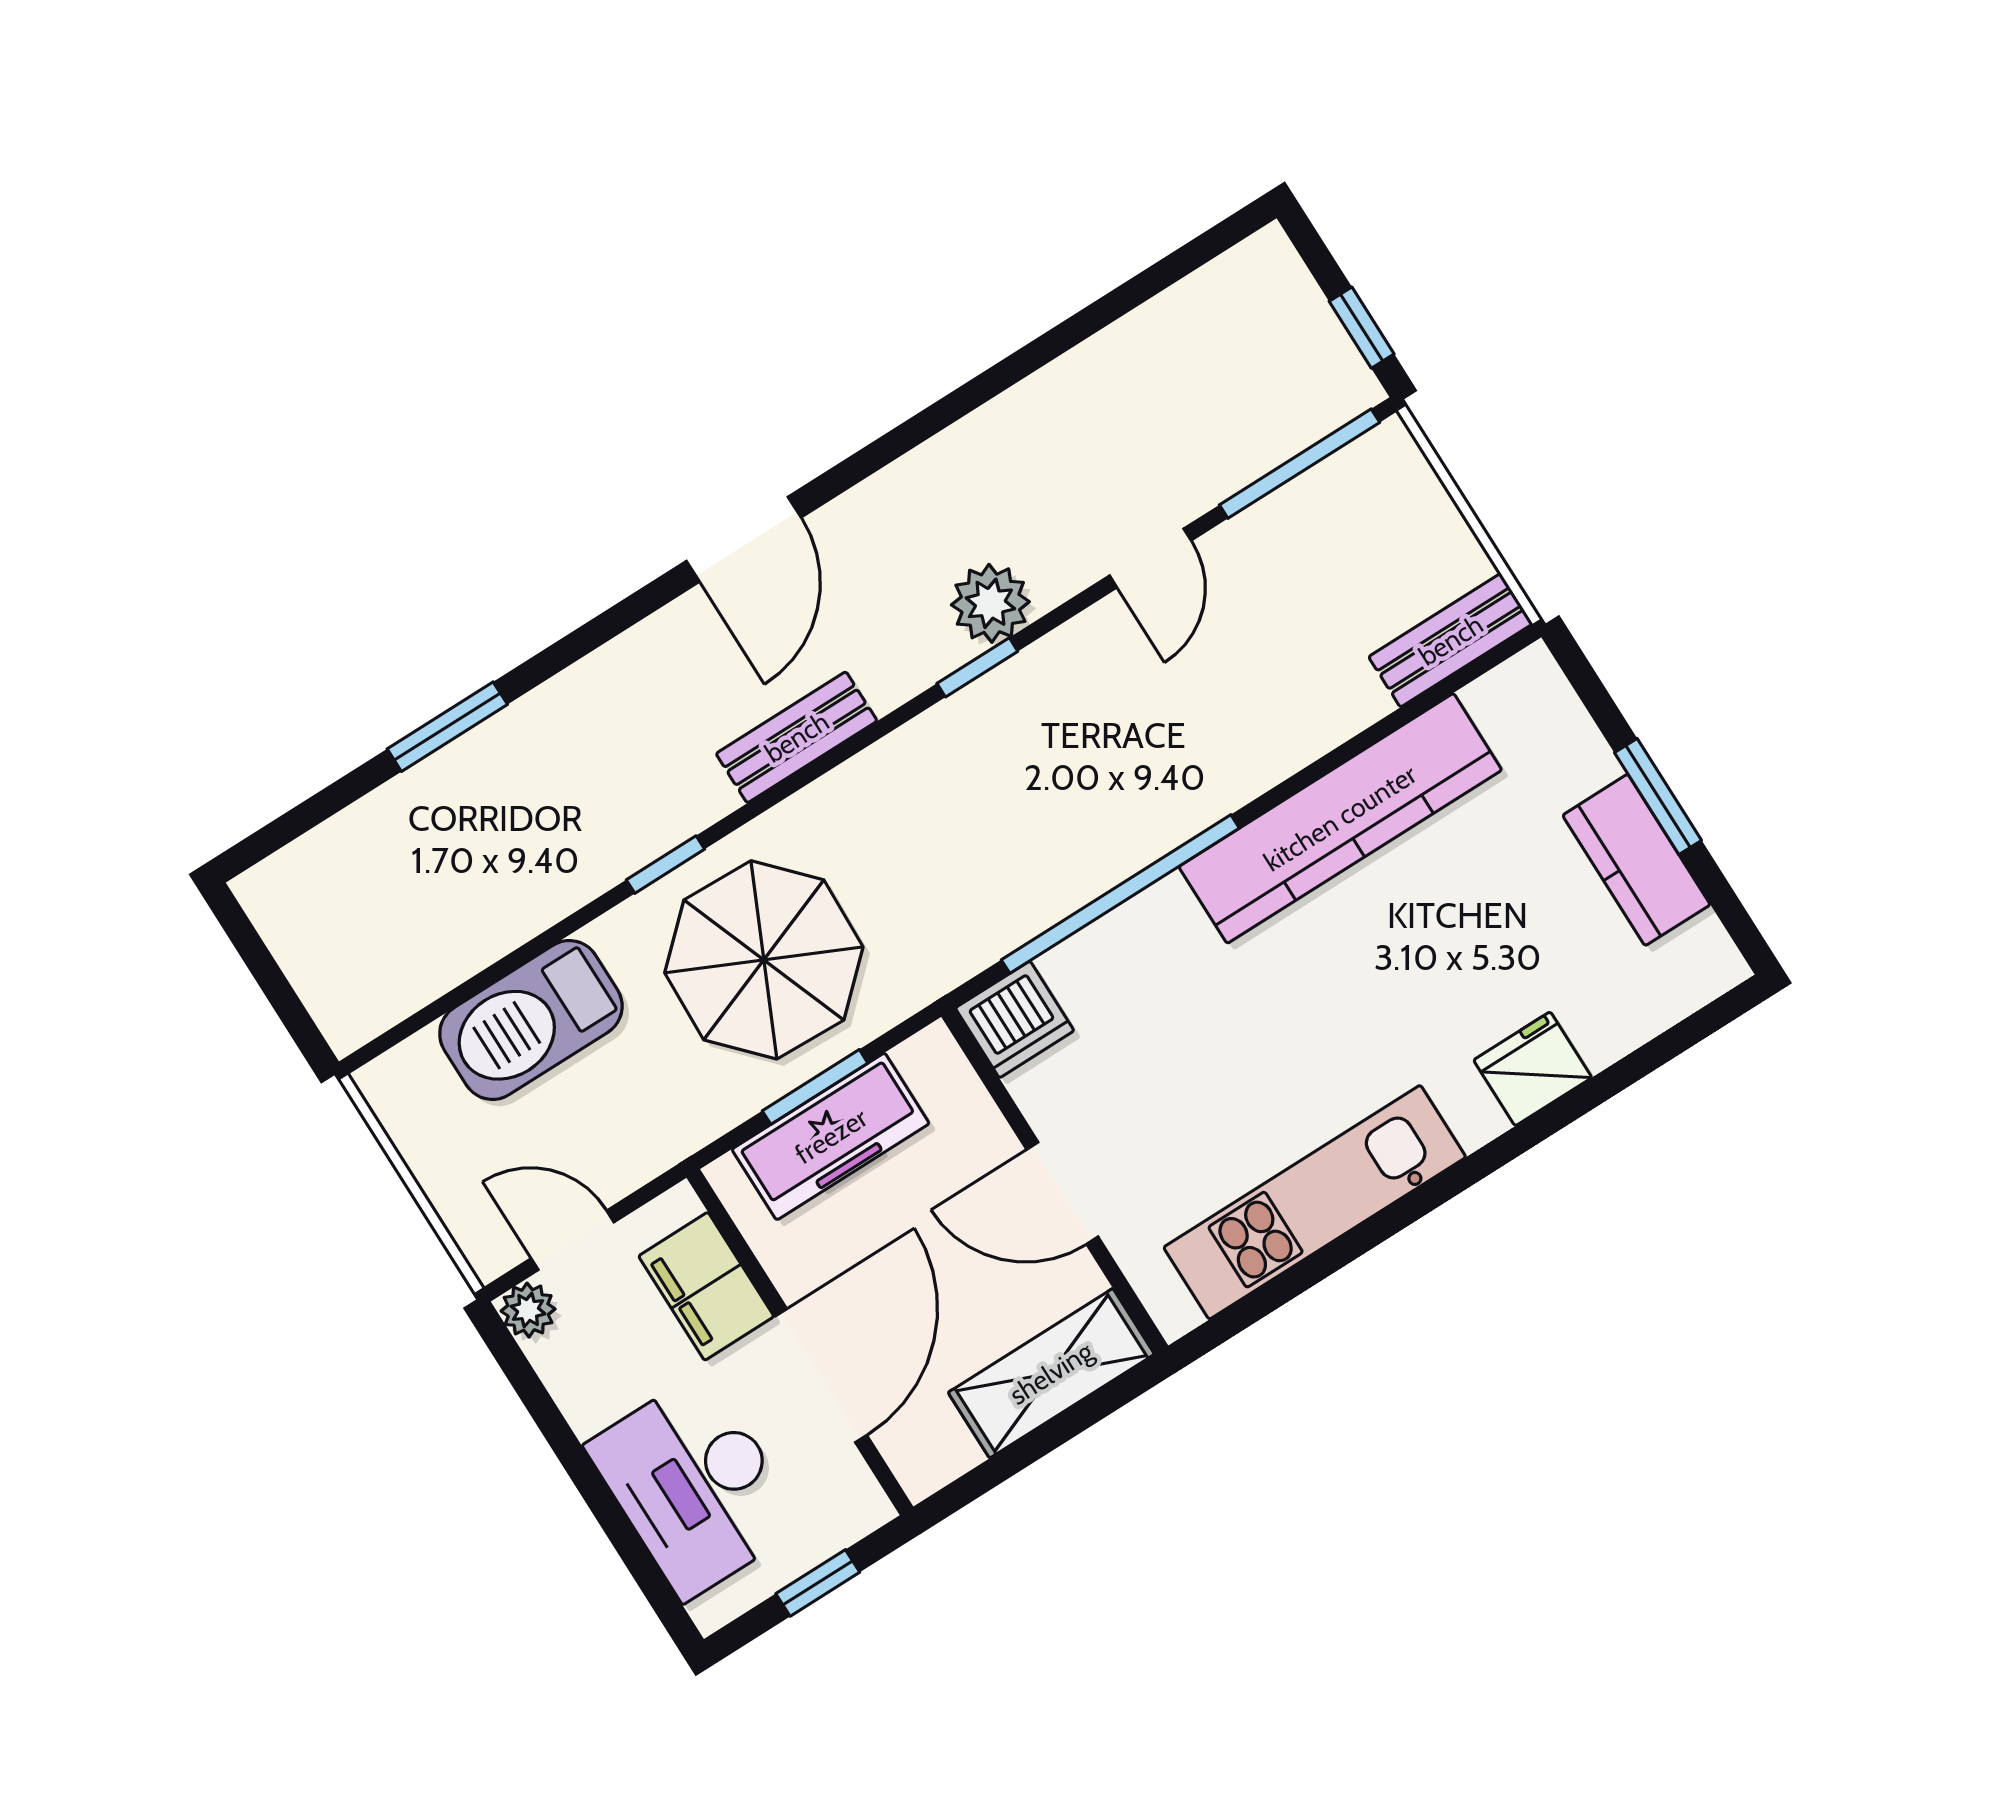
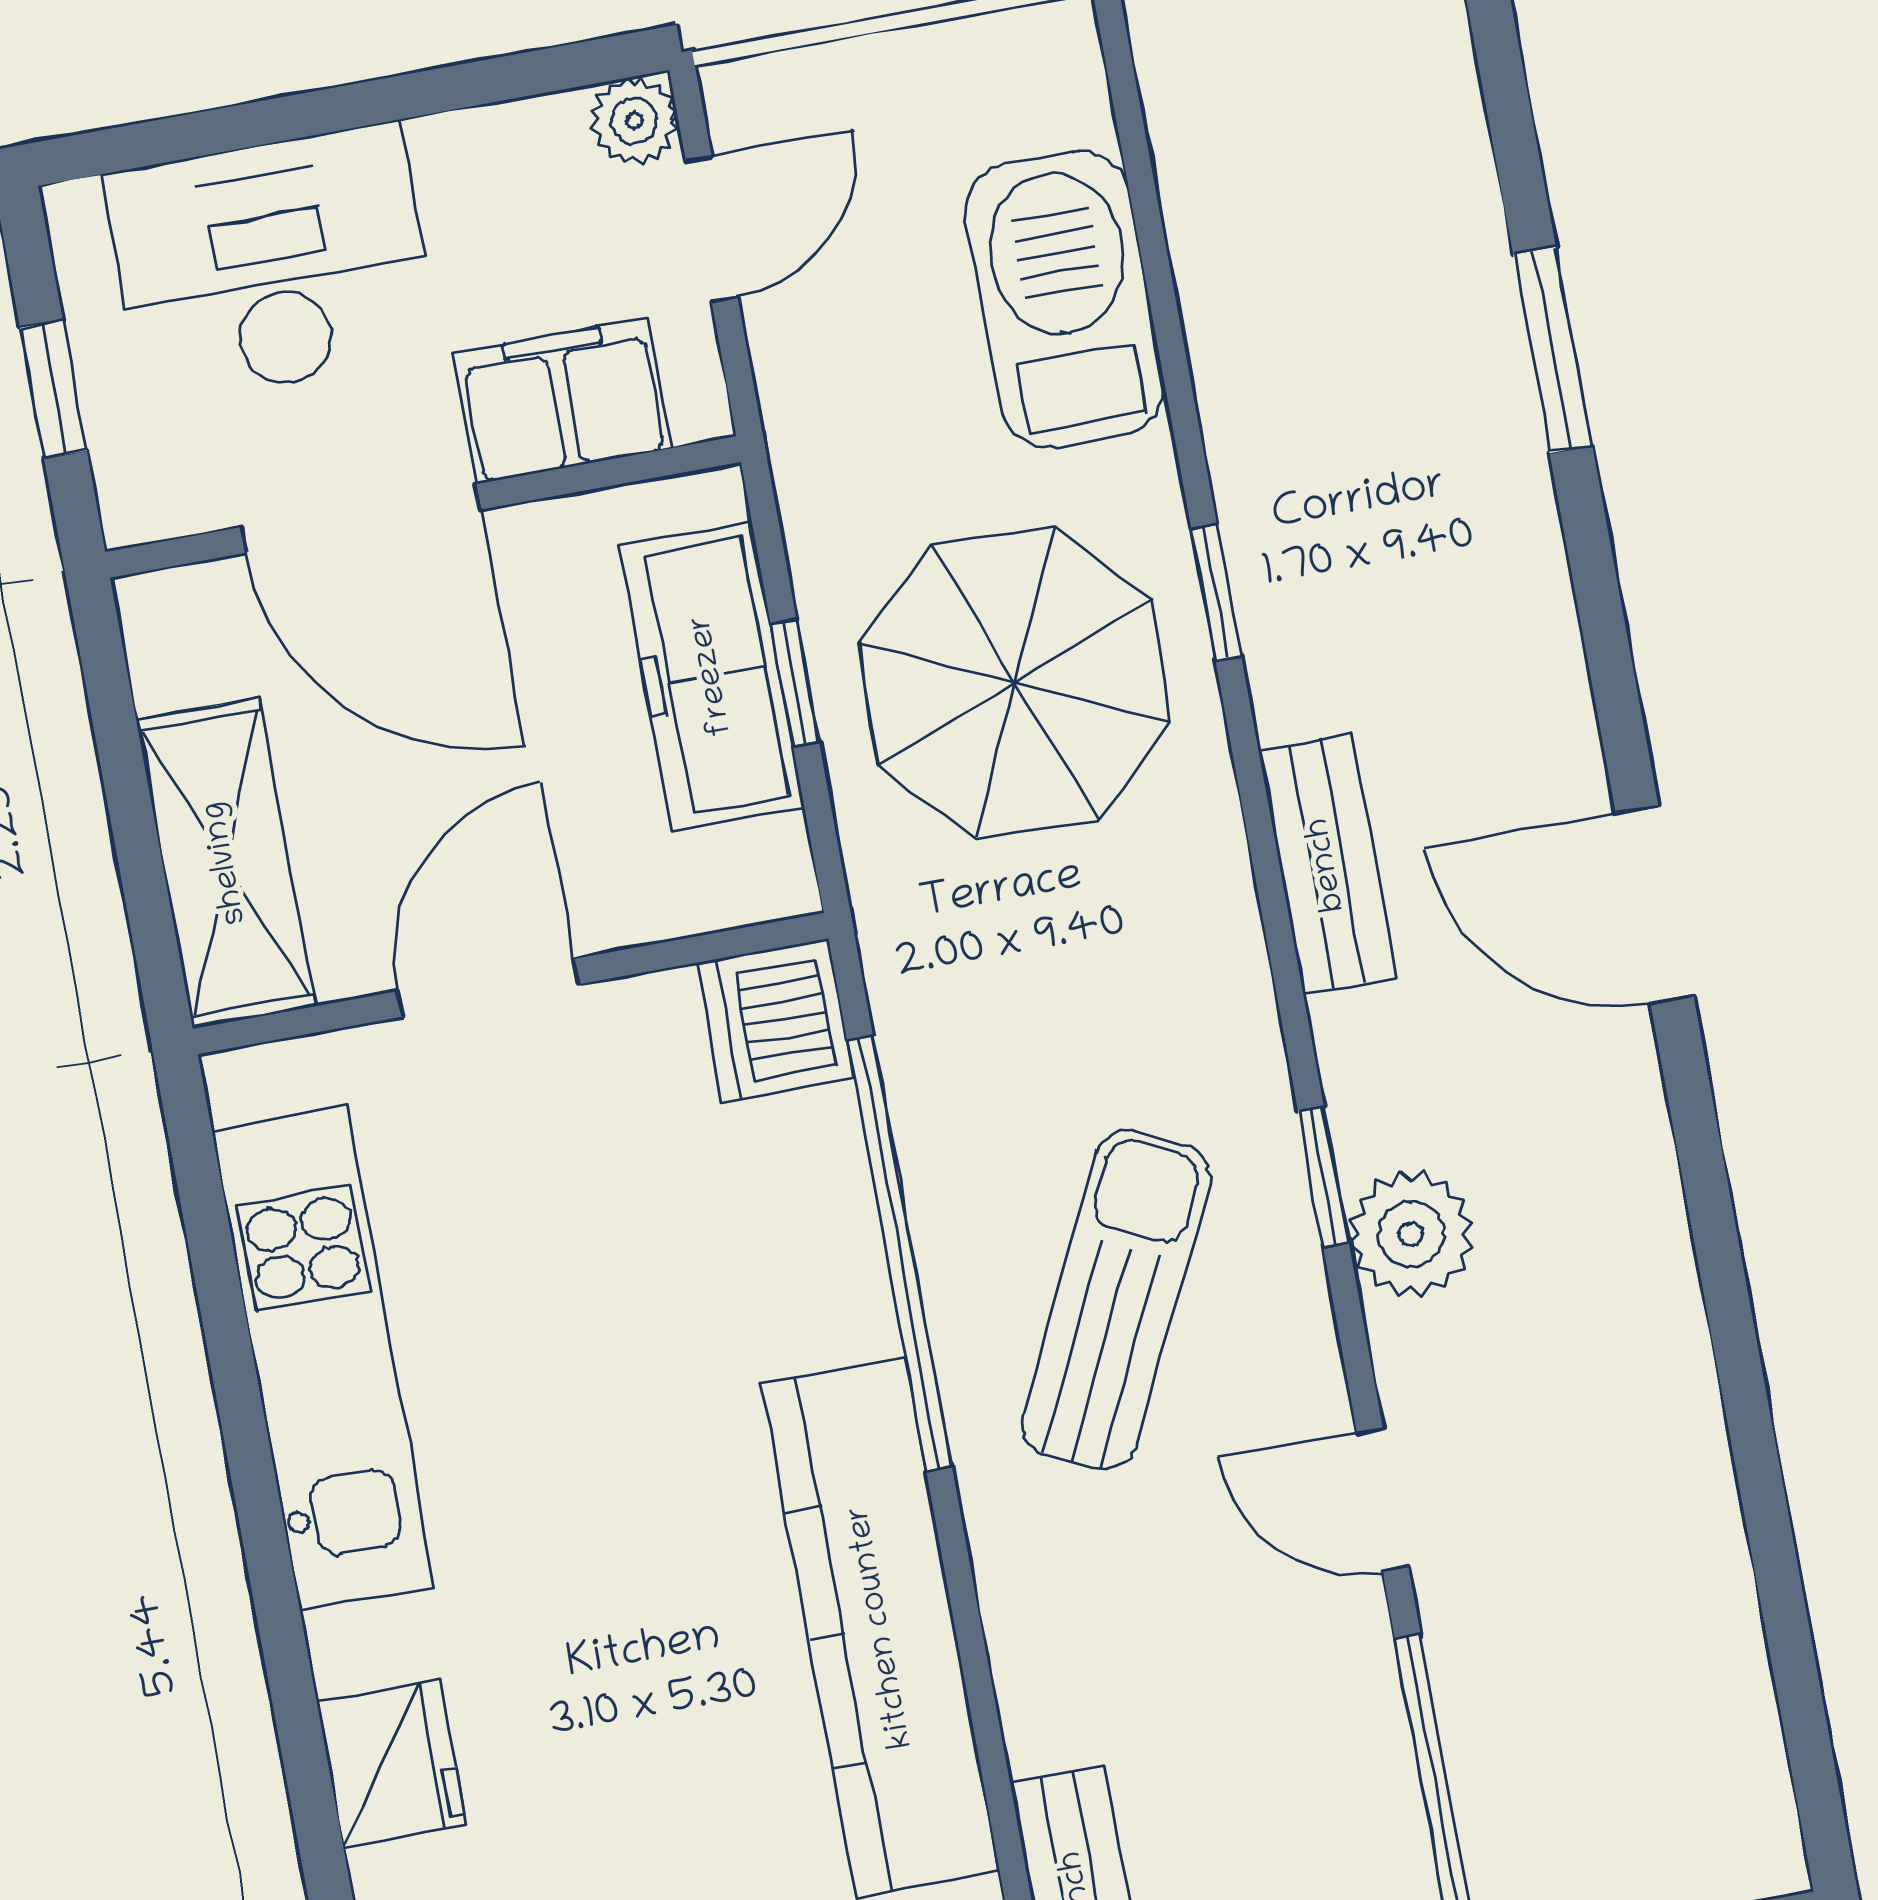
sun lounger: (1097, 758) -> (1116, 1300), added
window: (815, 1087) -> (795, 682), width x0.67

